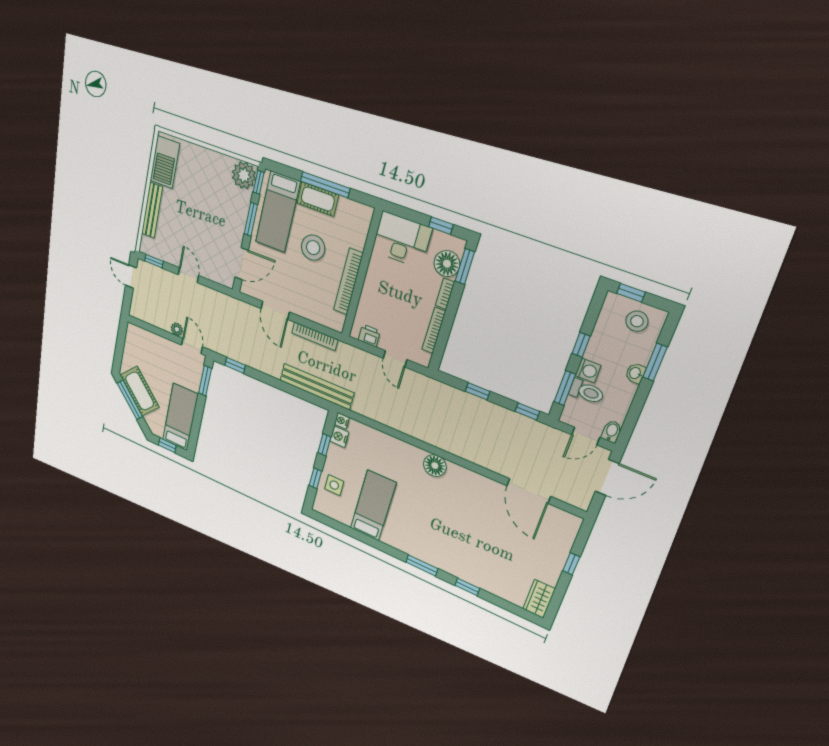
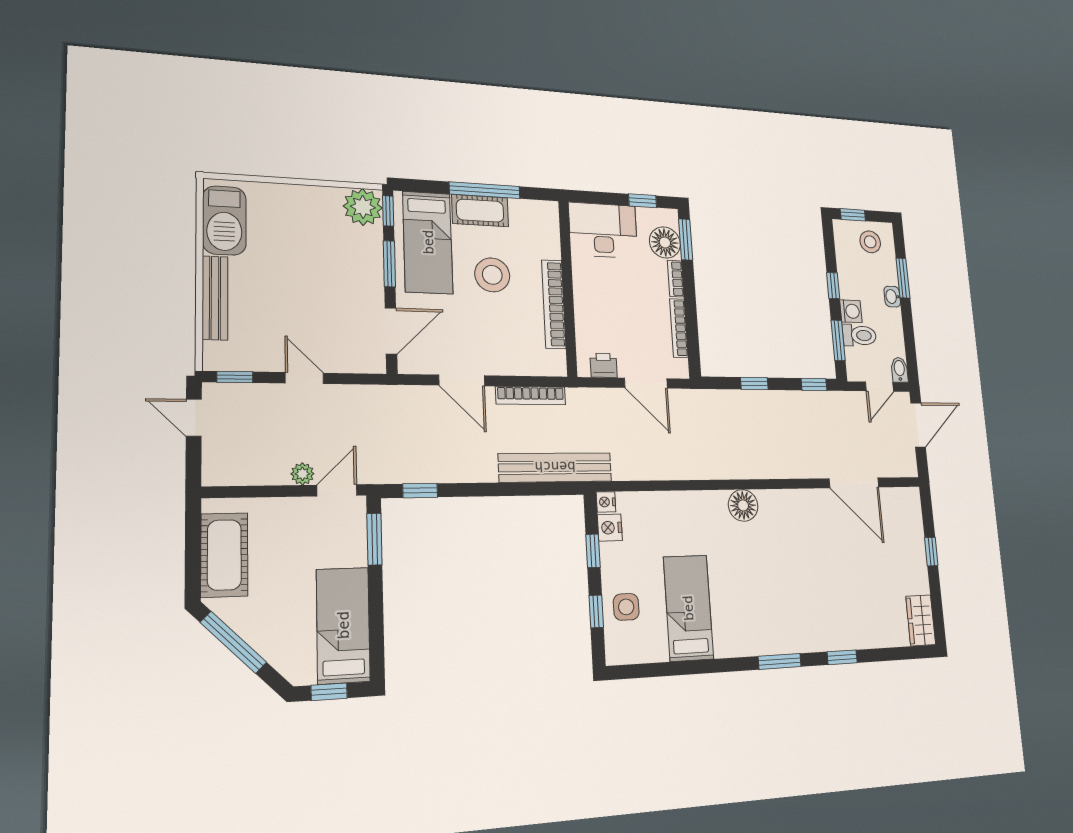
door: (192, 346) -> (337, 490), hinge flipped
door: (395, 359) -> (646, 383), width x1.38
cot: (140, 391) -> (224, 555), moved, turned 45

